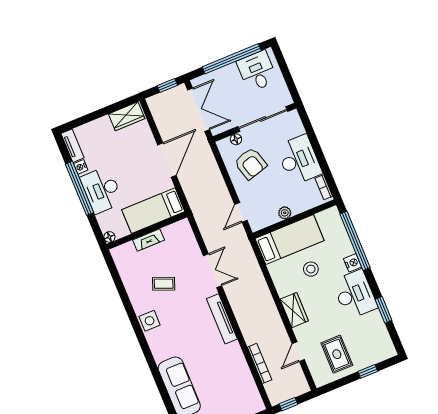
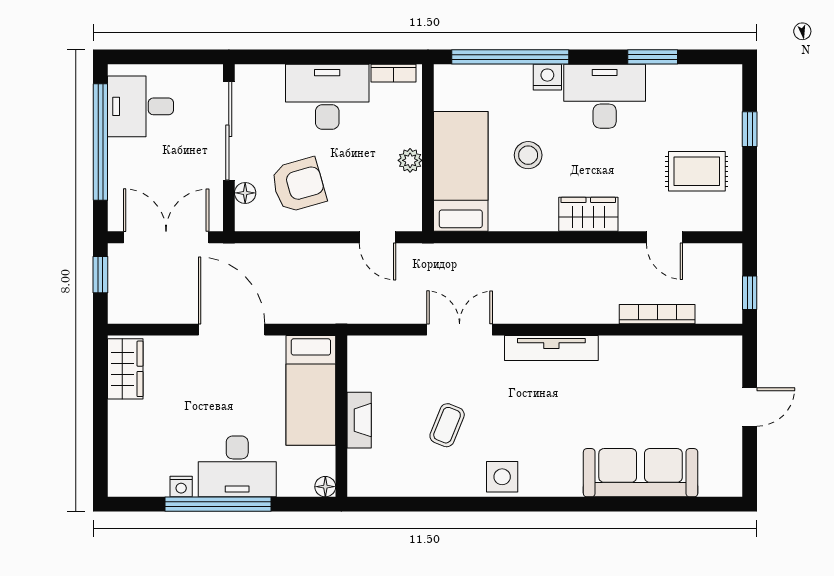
tv unit: (72, 146) -> (138, 485), removed

